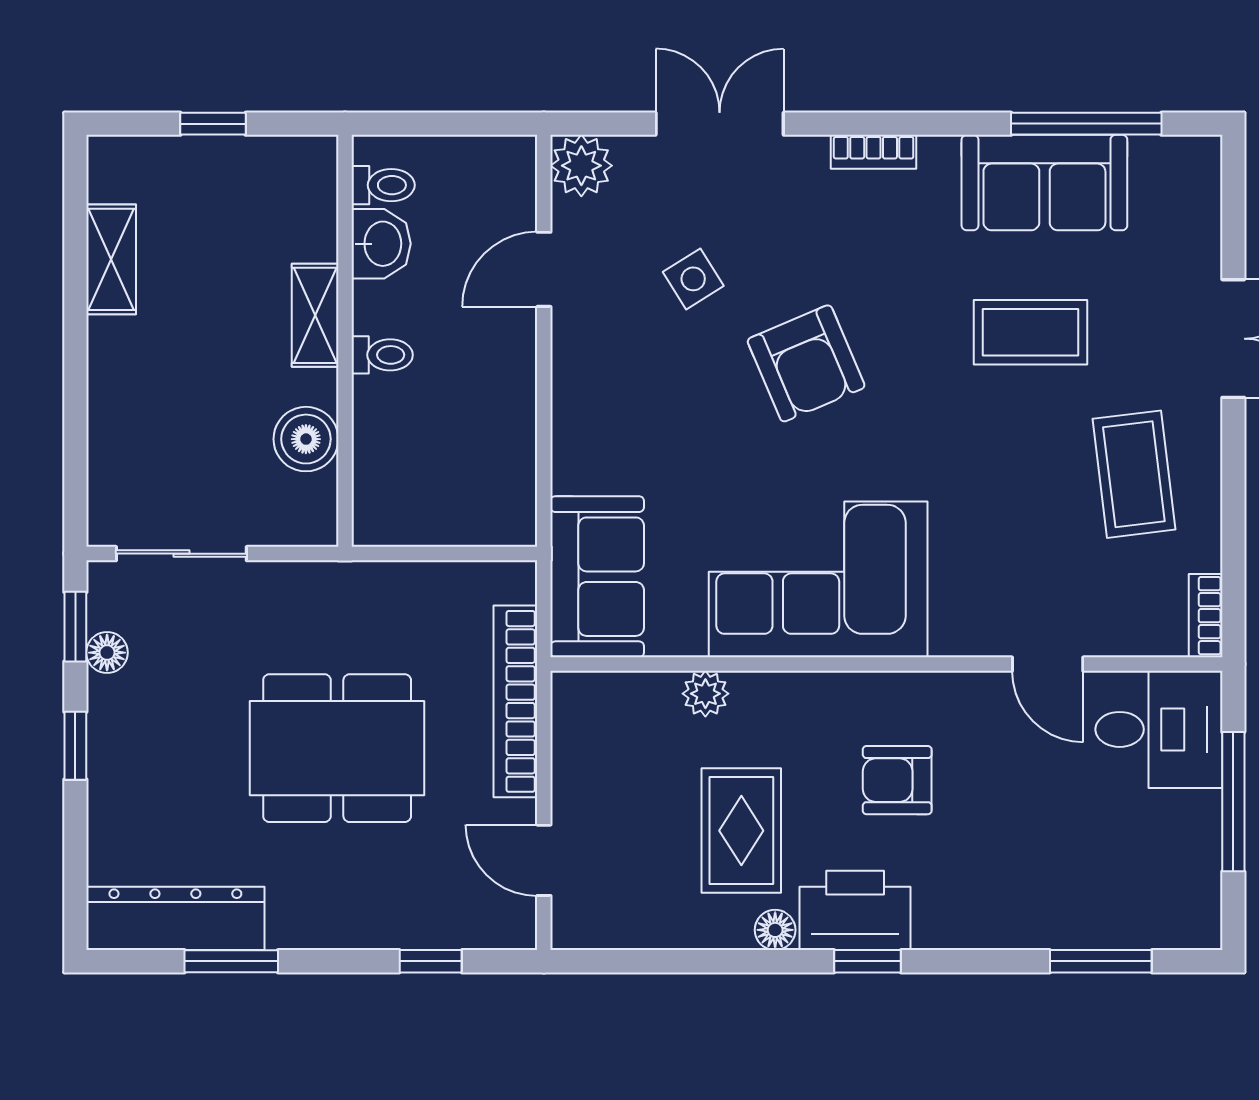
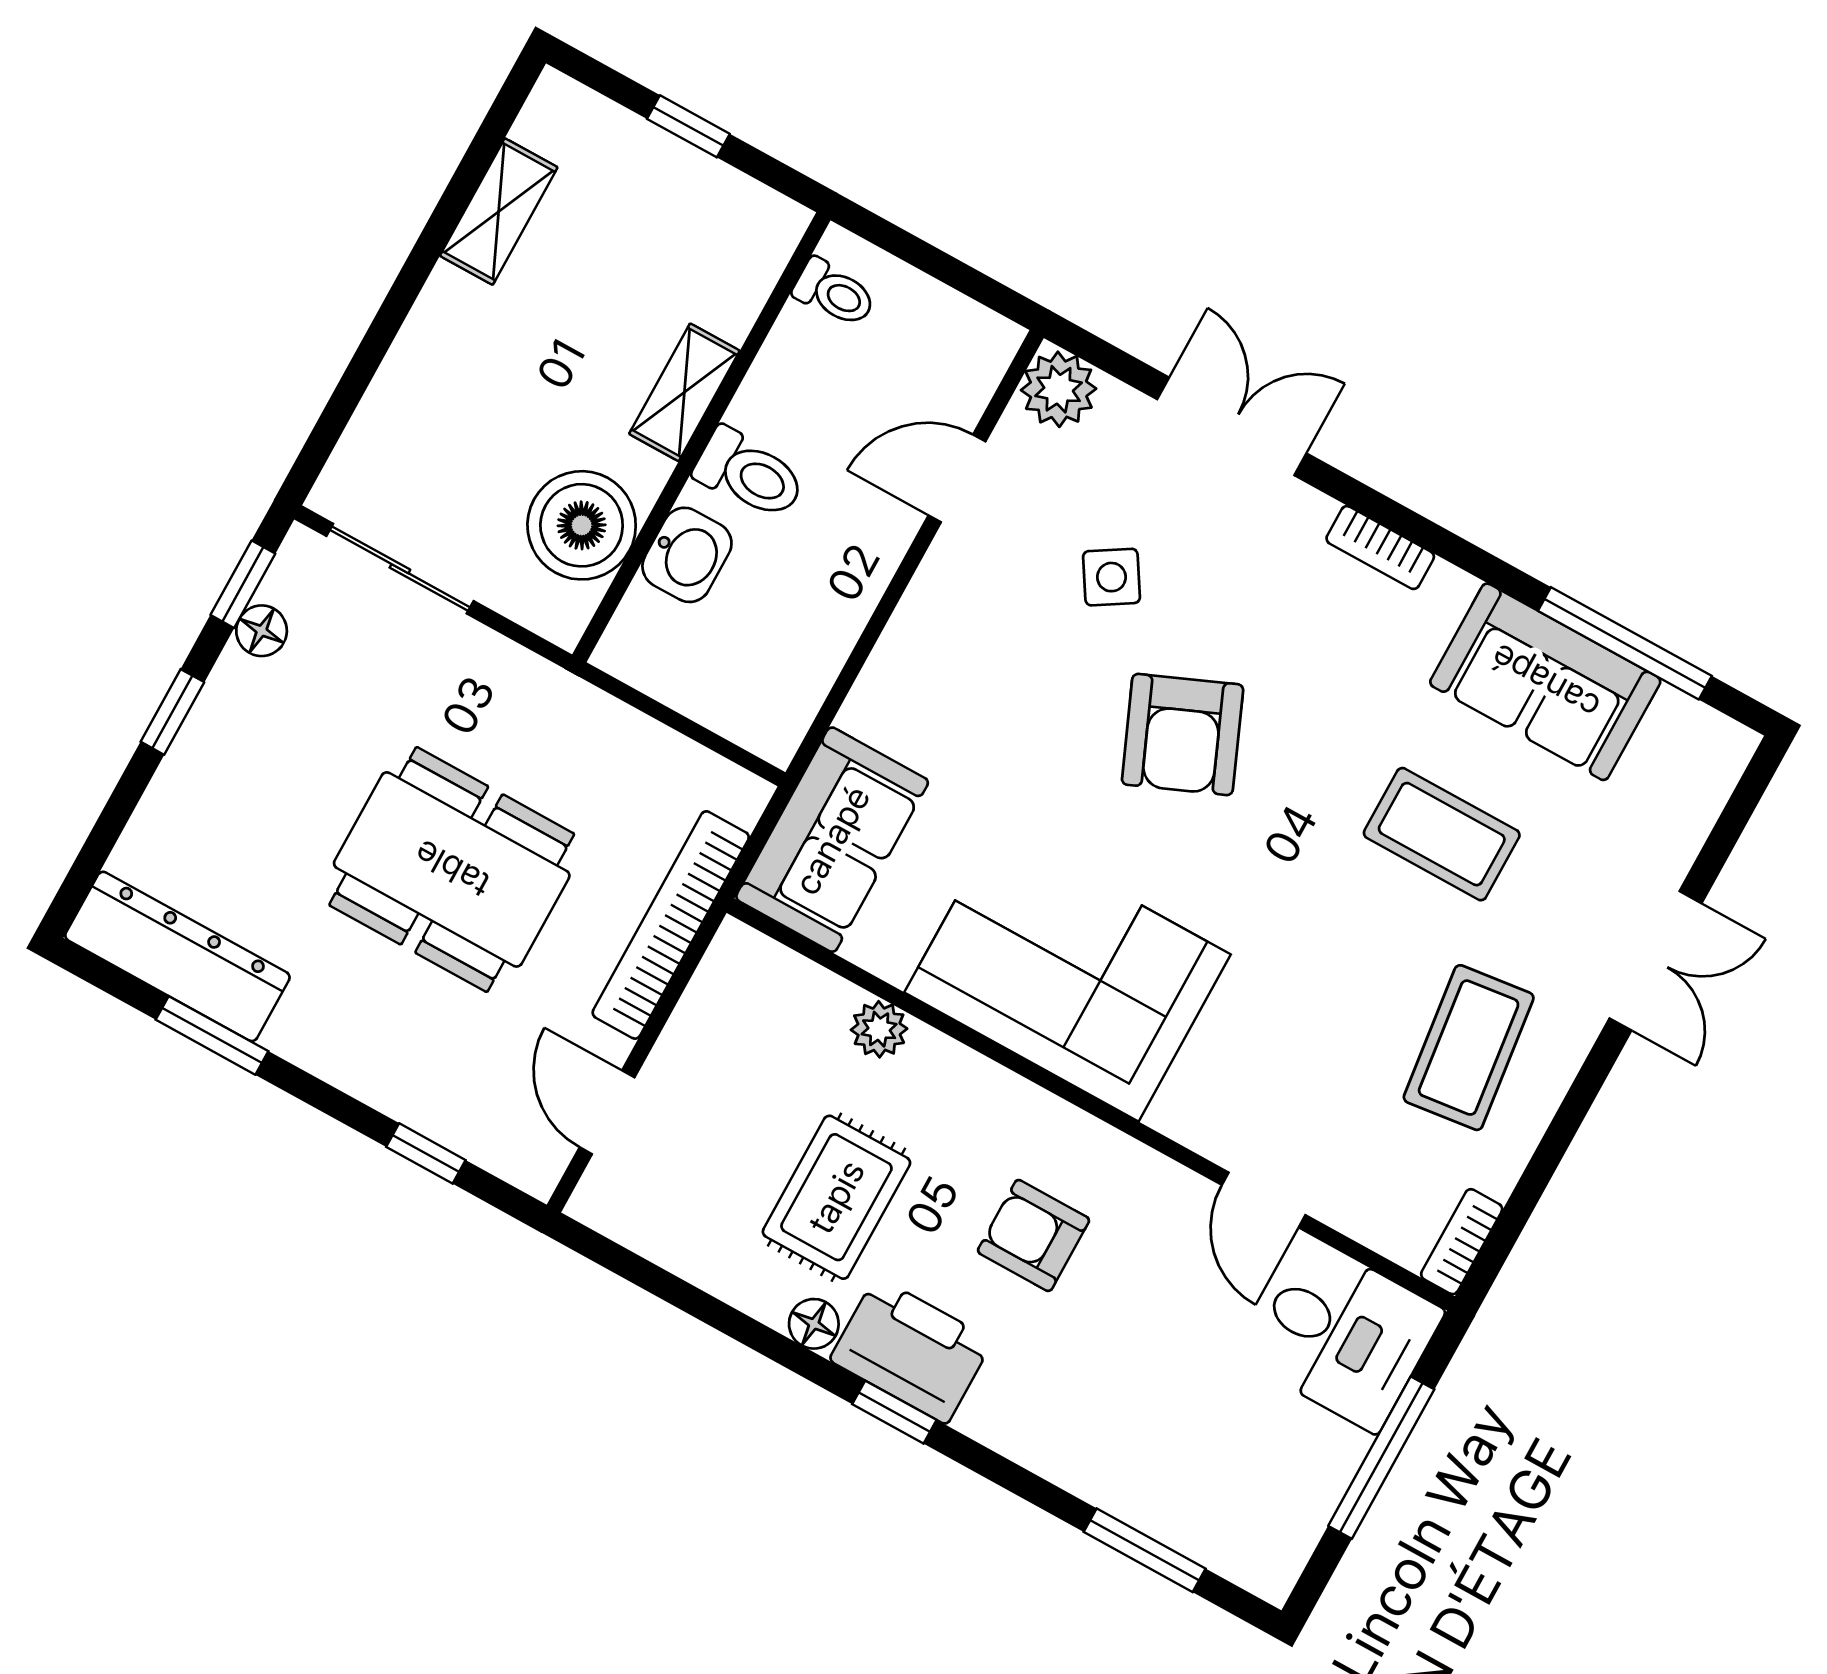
washbasin: (381, 244) -> (687, 555), moved
toilet: (382, 355) -> (750, 474), width x1.37, depth x1.39
boiler: (306, 439) -> (582, 525), width x1.37, depth x1.37

